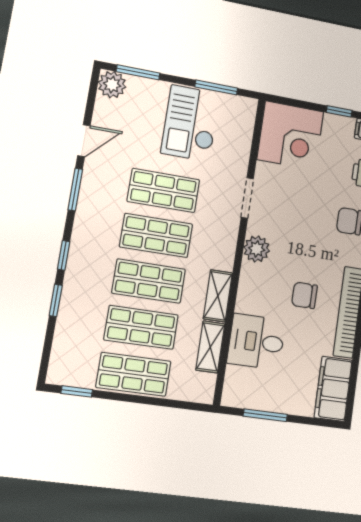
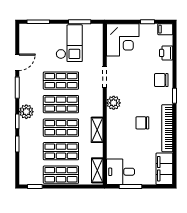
plant: (112, 85) -> (26, 112), moved
checkout: (191, 123) -> (69, 43), turned 180
desk: (256, 342) -> (120, 172), moved
shelving: (210, 347) -> (97, 170), moved

